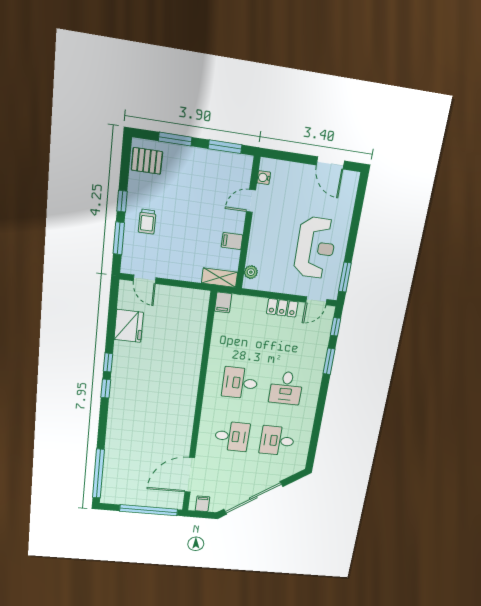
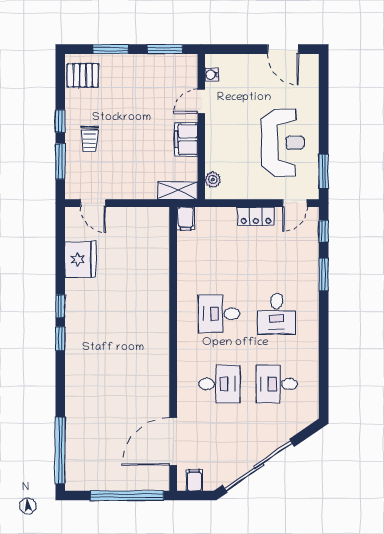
filing cabinet: (232, 241) -> (186, 139), width x2.00

